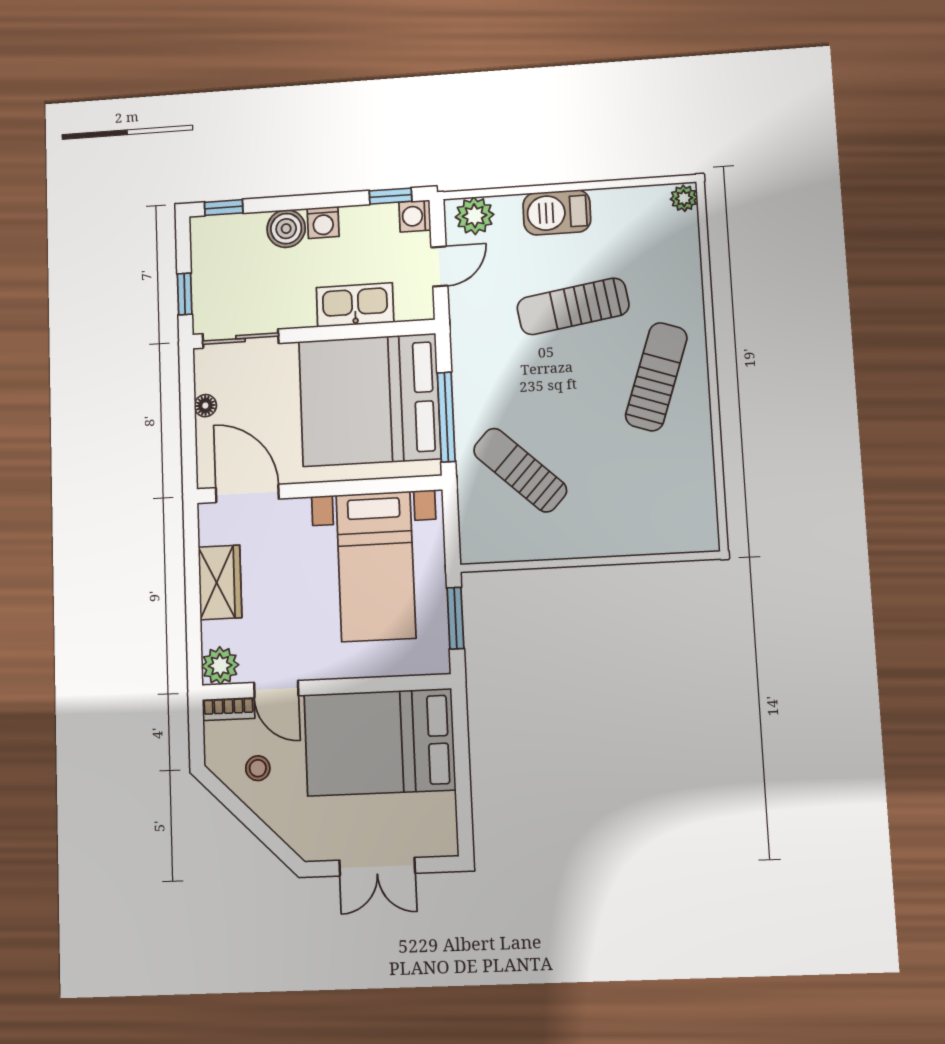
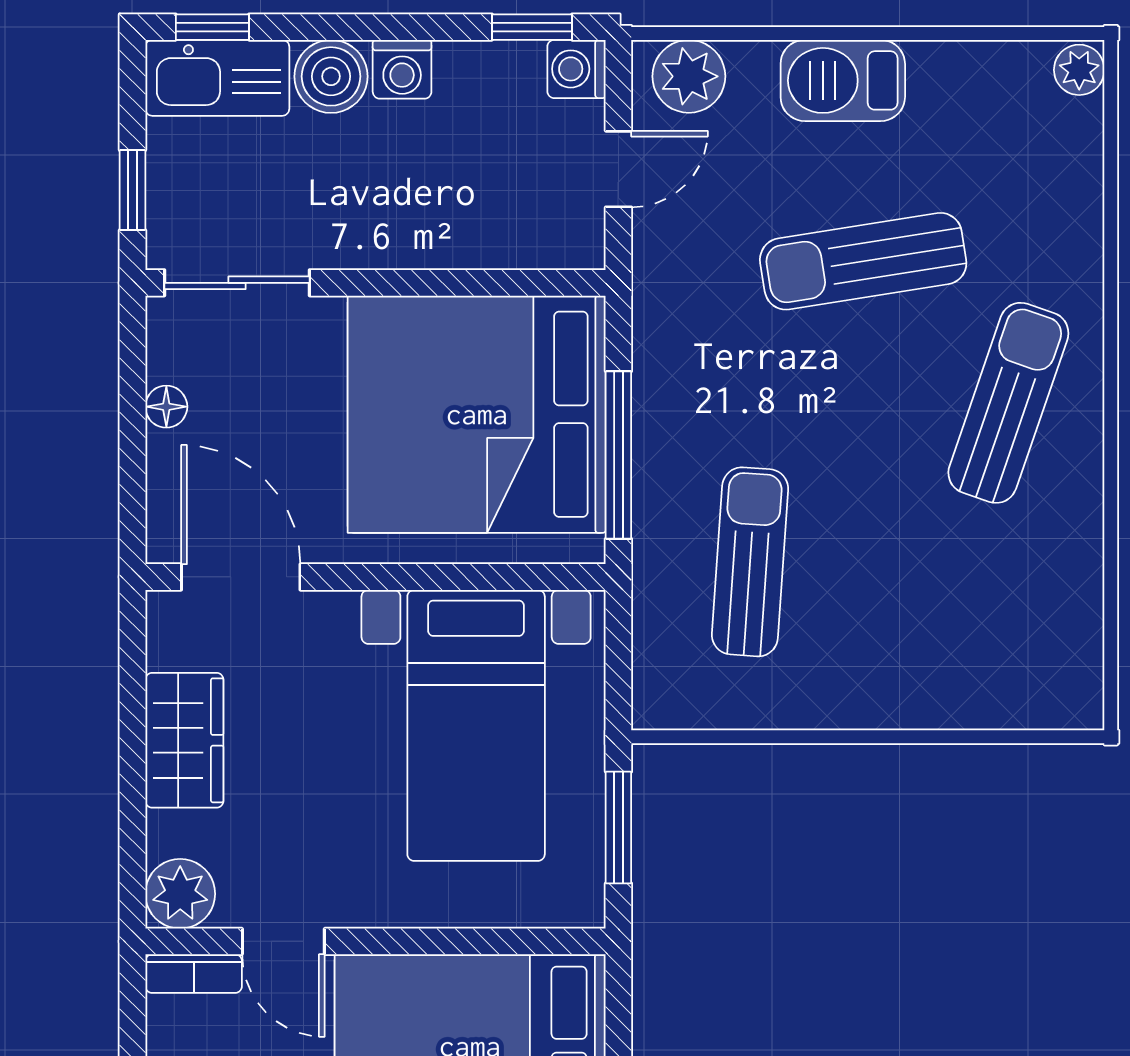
kitchen sink: (355, 305) -> (217, 78), moved, turned 180
sun lounger: (520, 470) -> (750, 562), turned 51

